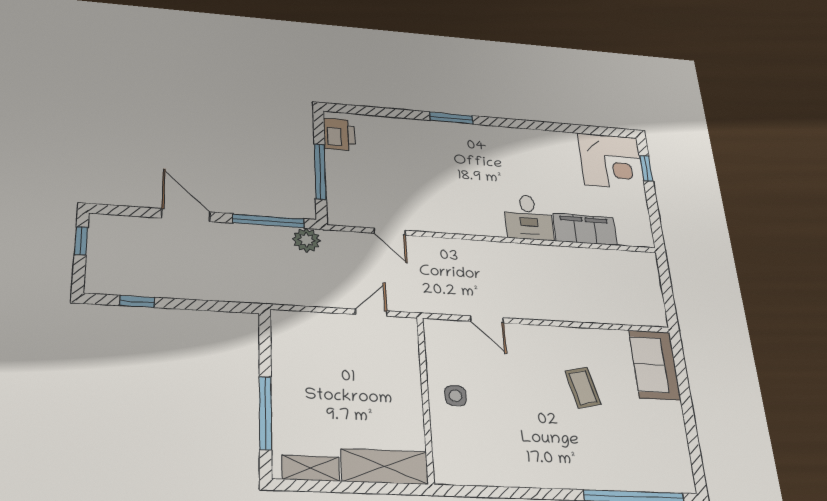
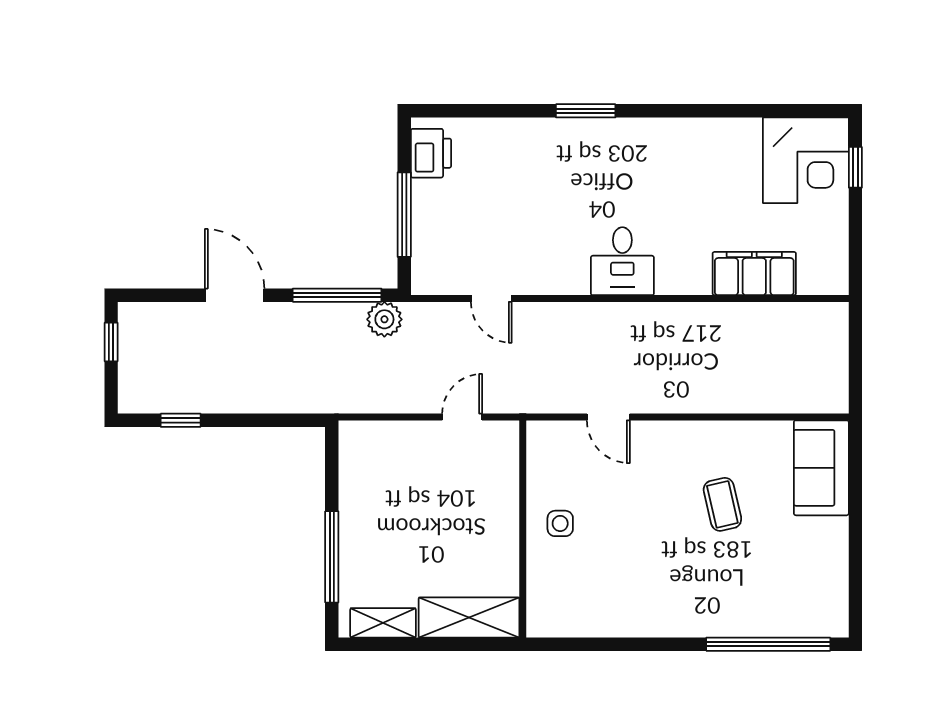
desk: (528, 217) -> (622, 261), moved

